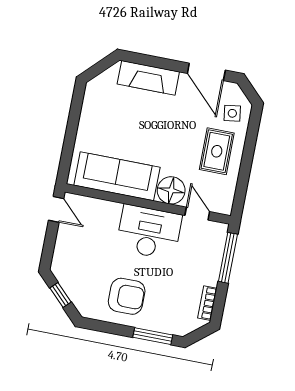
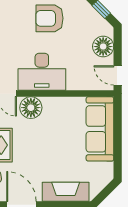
sofa: (117, 176) -> (100, 129), moved, turned 90
floor lamp: (67, 249) -> (103, 47), added

